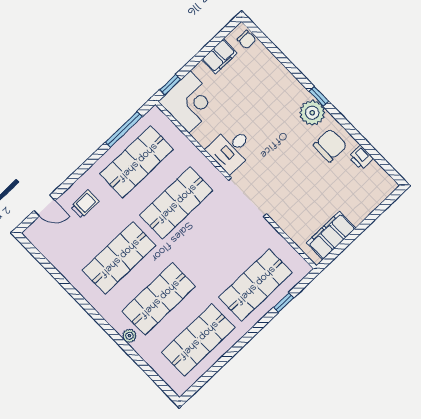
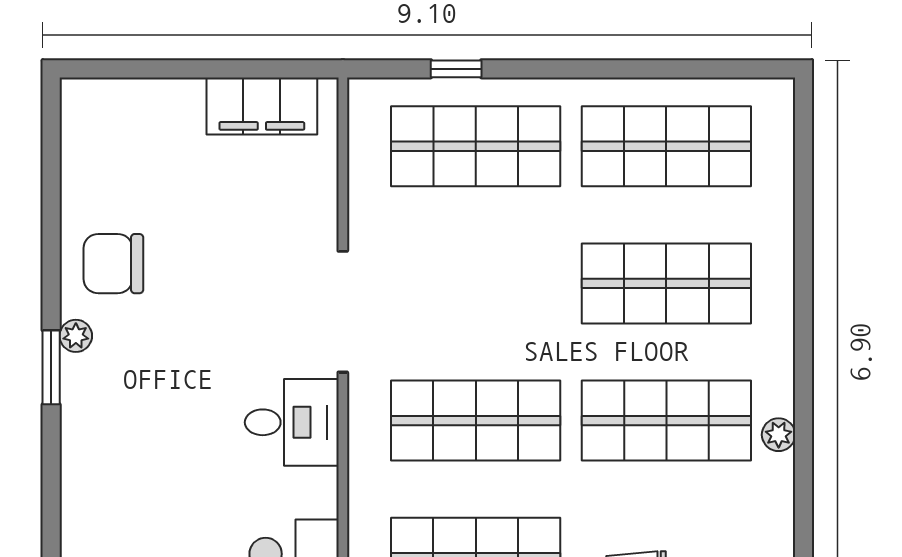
window: (319, 96) -> (51, 367), width x1.50
plant: (312, 113) -> (76, 336), width x0.53, depth x0.53
printer: (361, 158) -> (80, 191), removed
plant: (129, 336) -> (779, 435), moved

